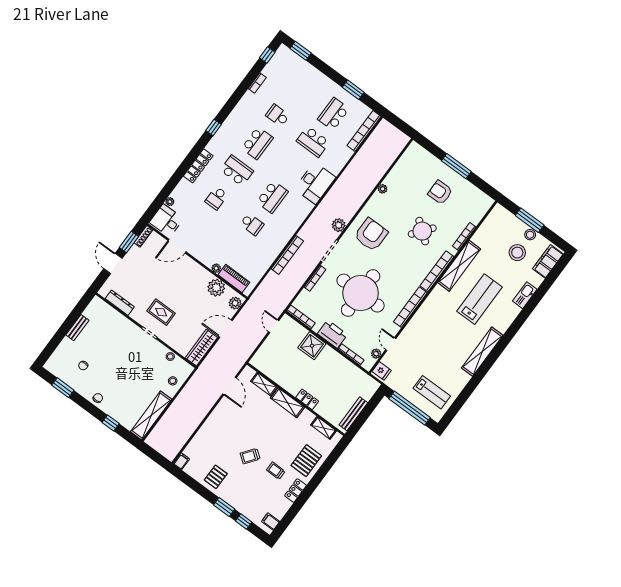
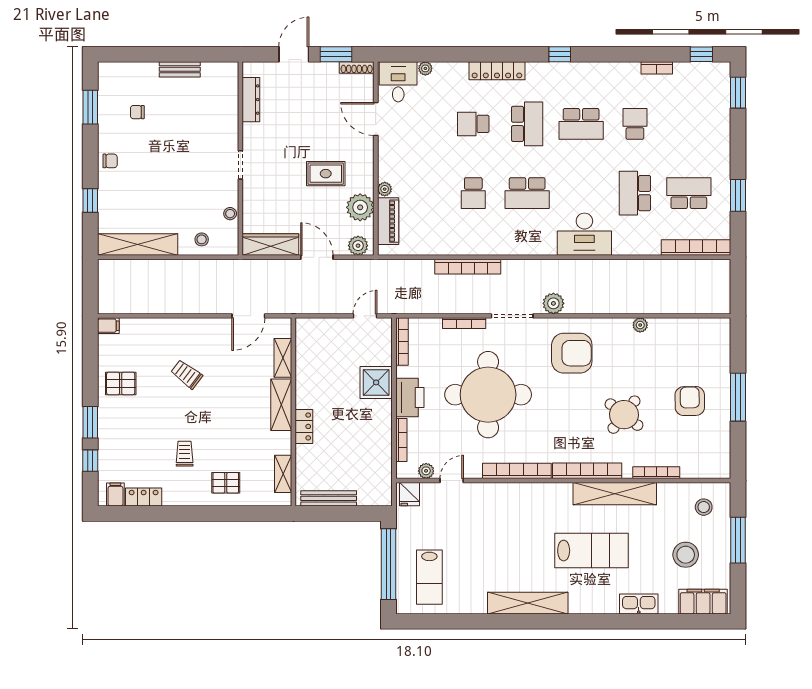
stool: (530, 235) -> (704, 507), moved
rug: (161, 312) -> (326, 174), moved, turned 90
trolley: (250, 456) -> (187, 374), moved
pallet: (306, 461) -> (226, 483), width x0.67, depth x0.71
locker: (295, 491) -> (144, 497), moved

